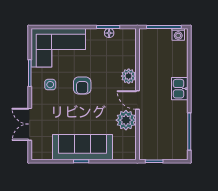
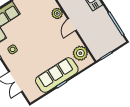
armchair: (82, 86) -> (33, 37), removed
door: (137, 100) -> (72, 25), hinge flipped
plant: (126, 120) -> (80, 53), moved

